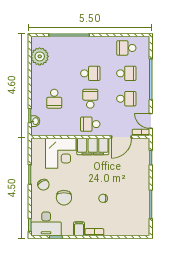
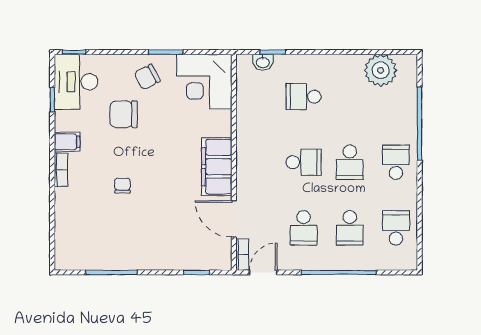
school desk: (90, 124) -> (396, 162), moved
corner desk: (61, 153) -> (204, 82), moved

